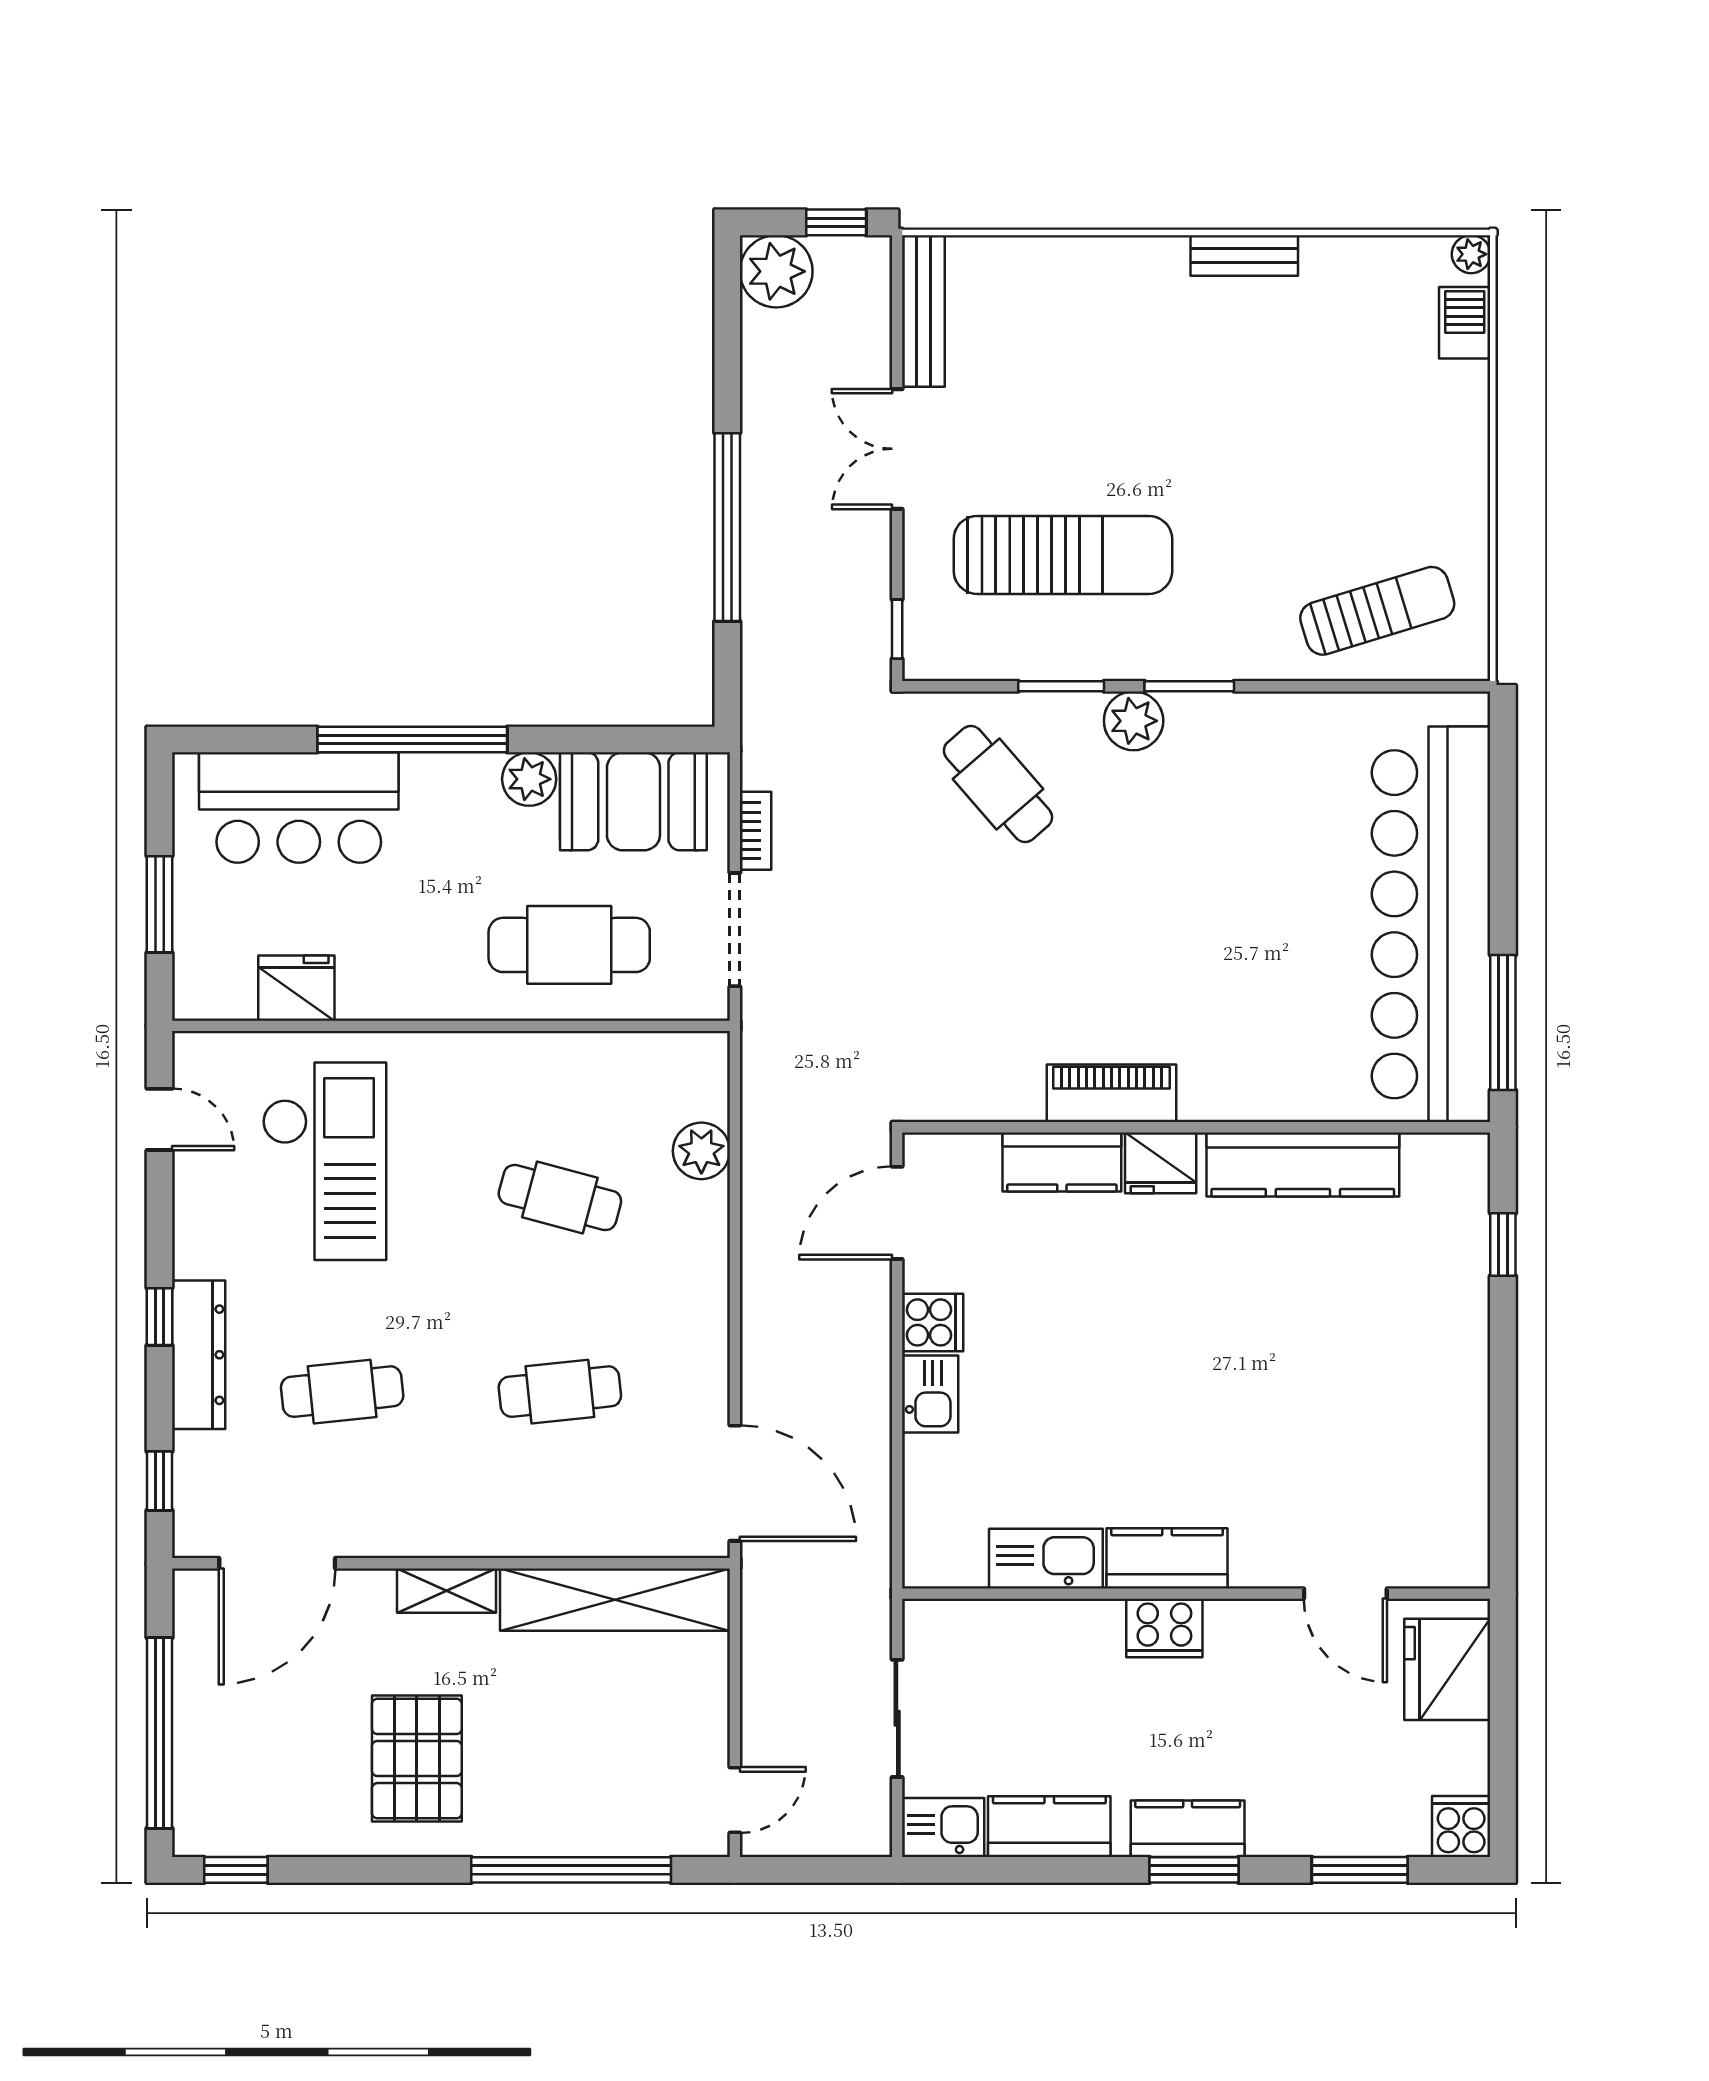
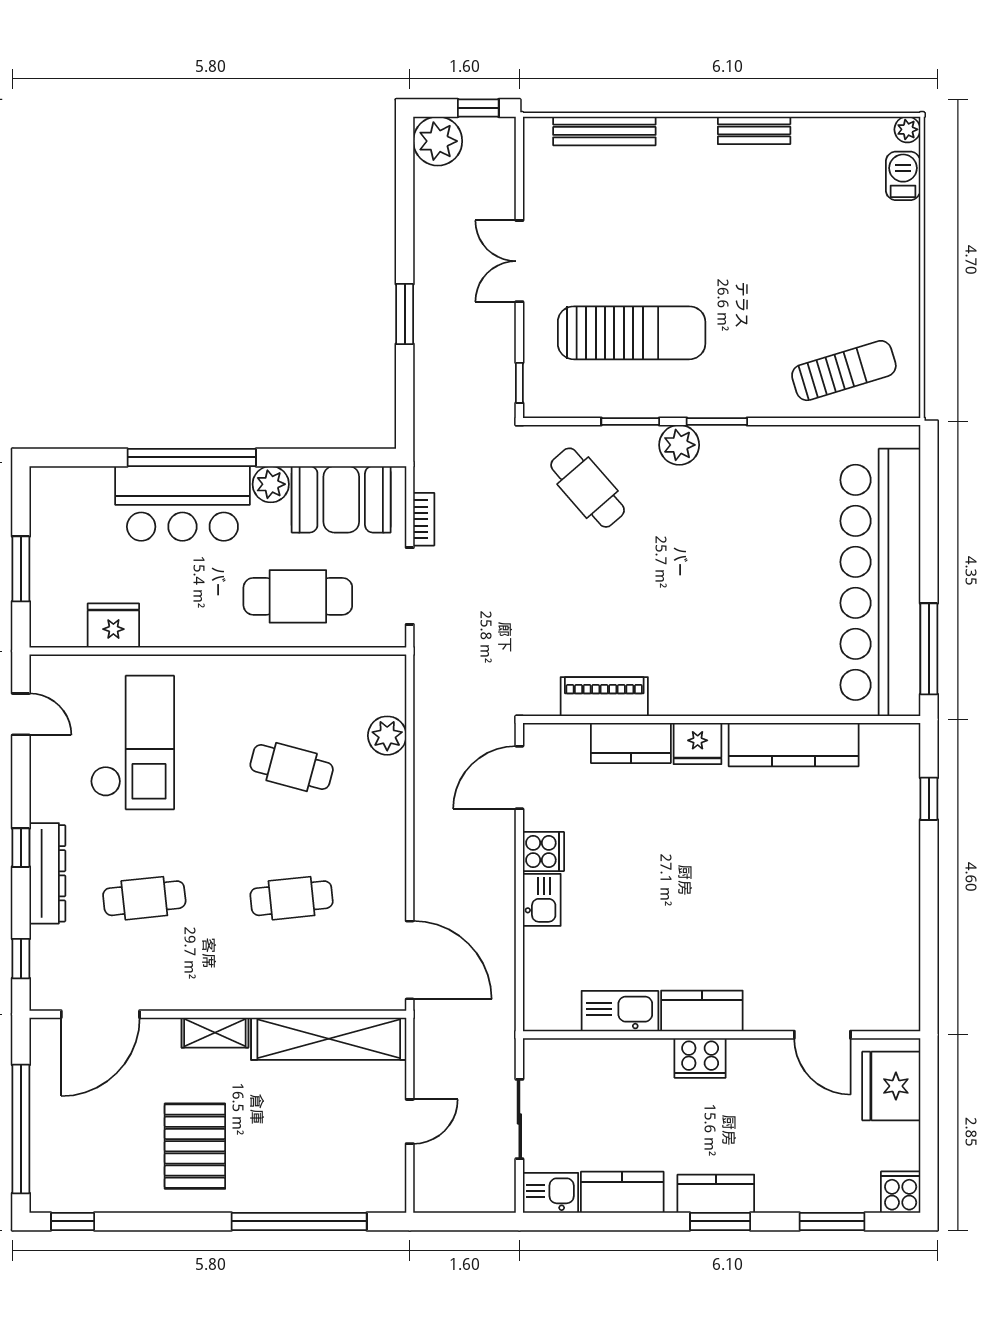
bench: (923, 311) -> (604, 131), moved, turned 90
window: (727, 527) -> (405, 314), width x0.47
bar counter: (299, 807) -> (182, 503), moved
piano: (1112, 1093) -> (604, 697), moved
door: (735, 1800) -> (410, 1122), moved

